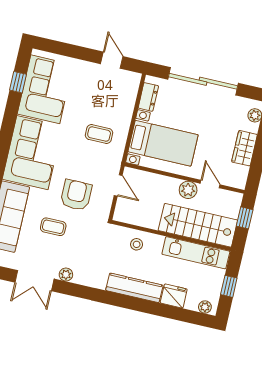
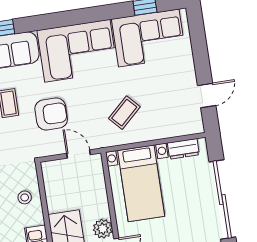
coffee table: (99, 134) -> (124, 113), turned 47
door: (118, 185) -> (79, 154), swing flipped

